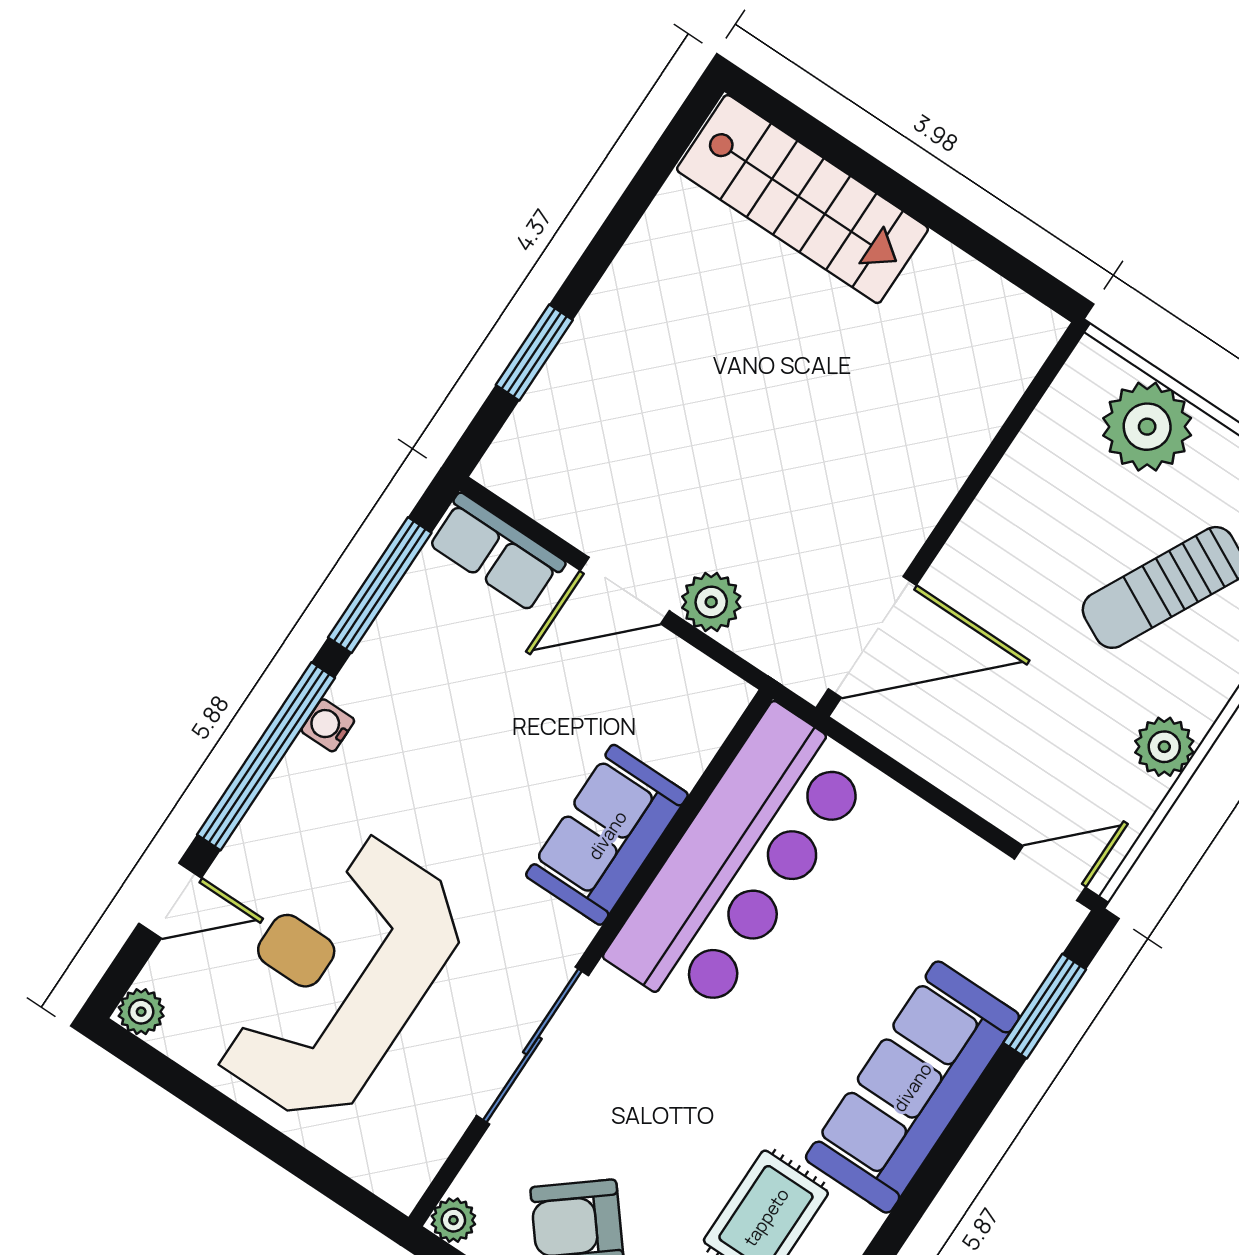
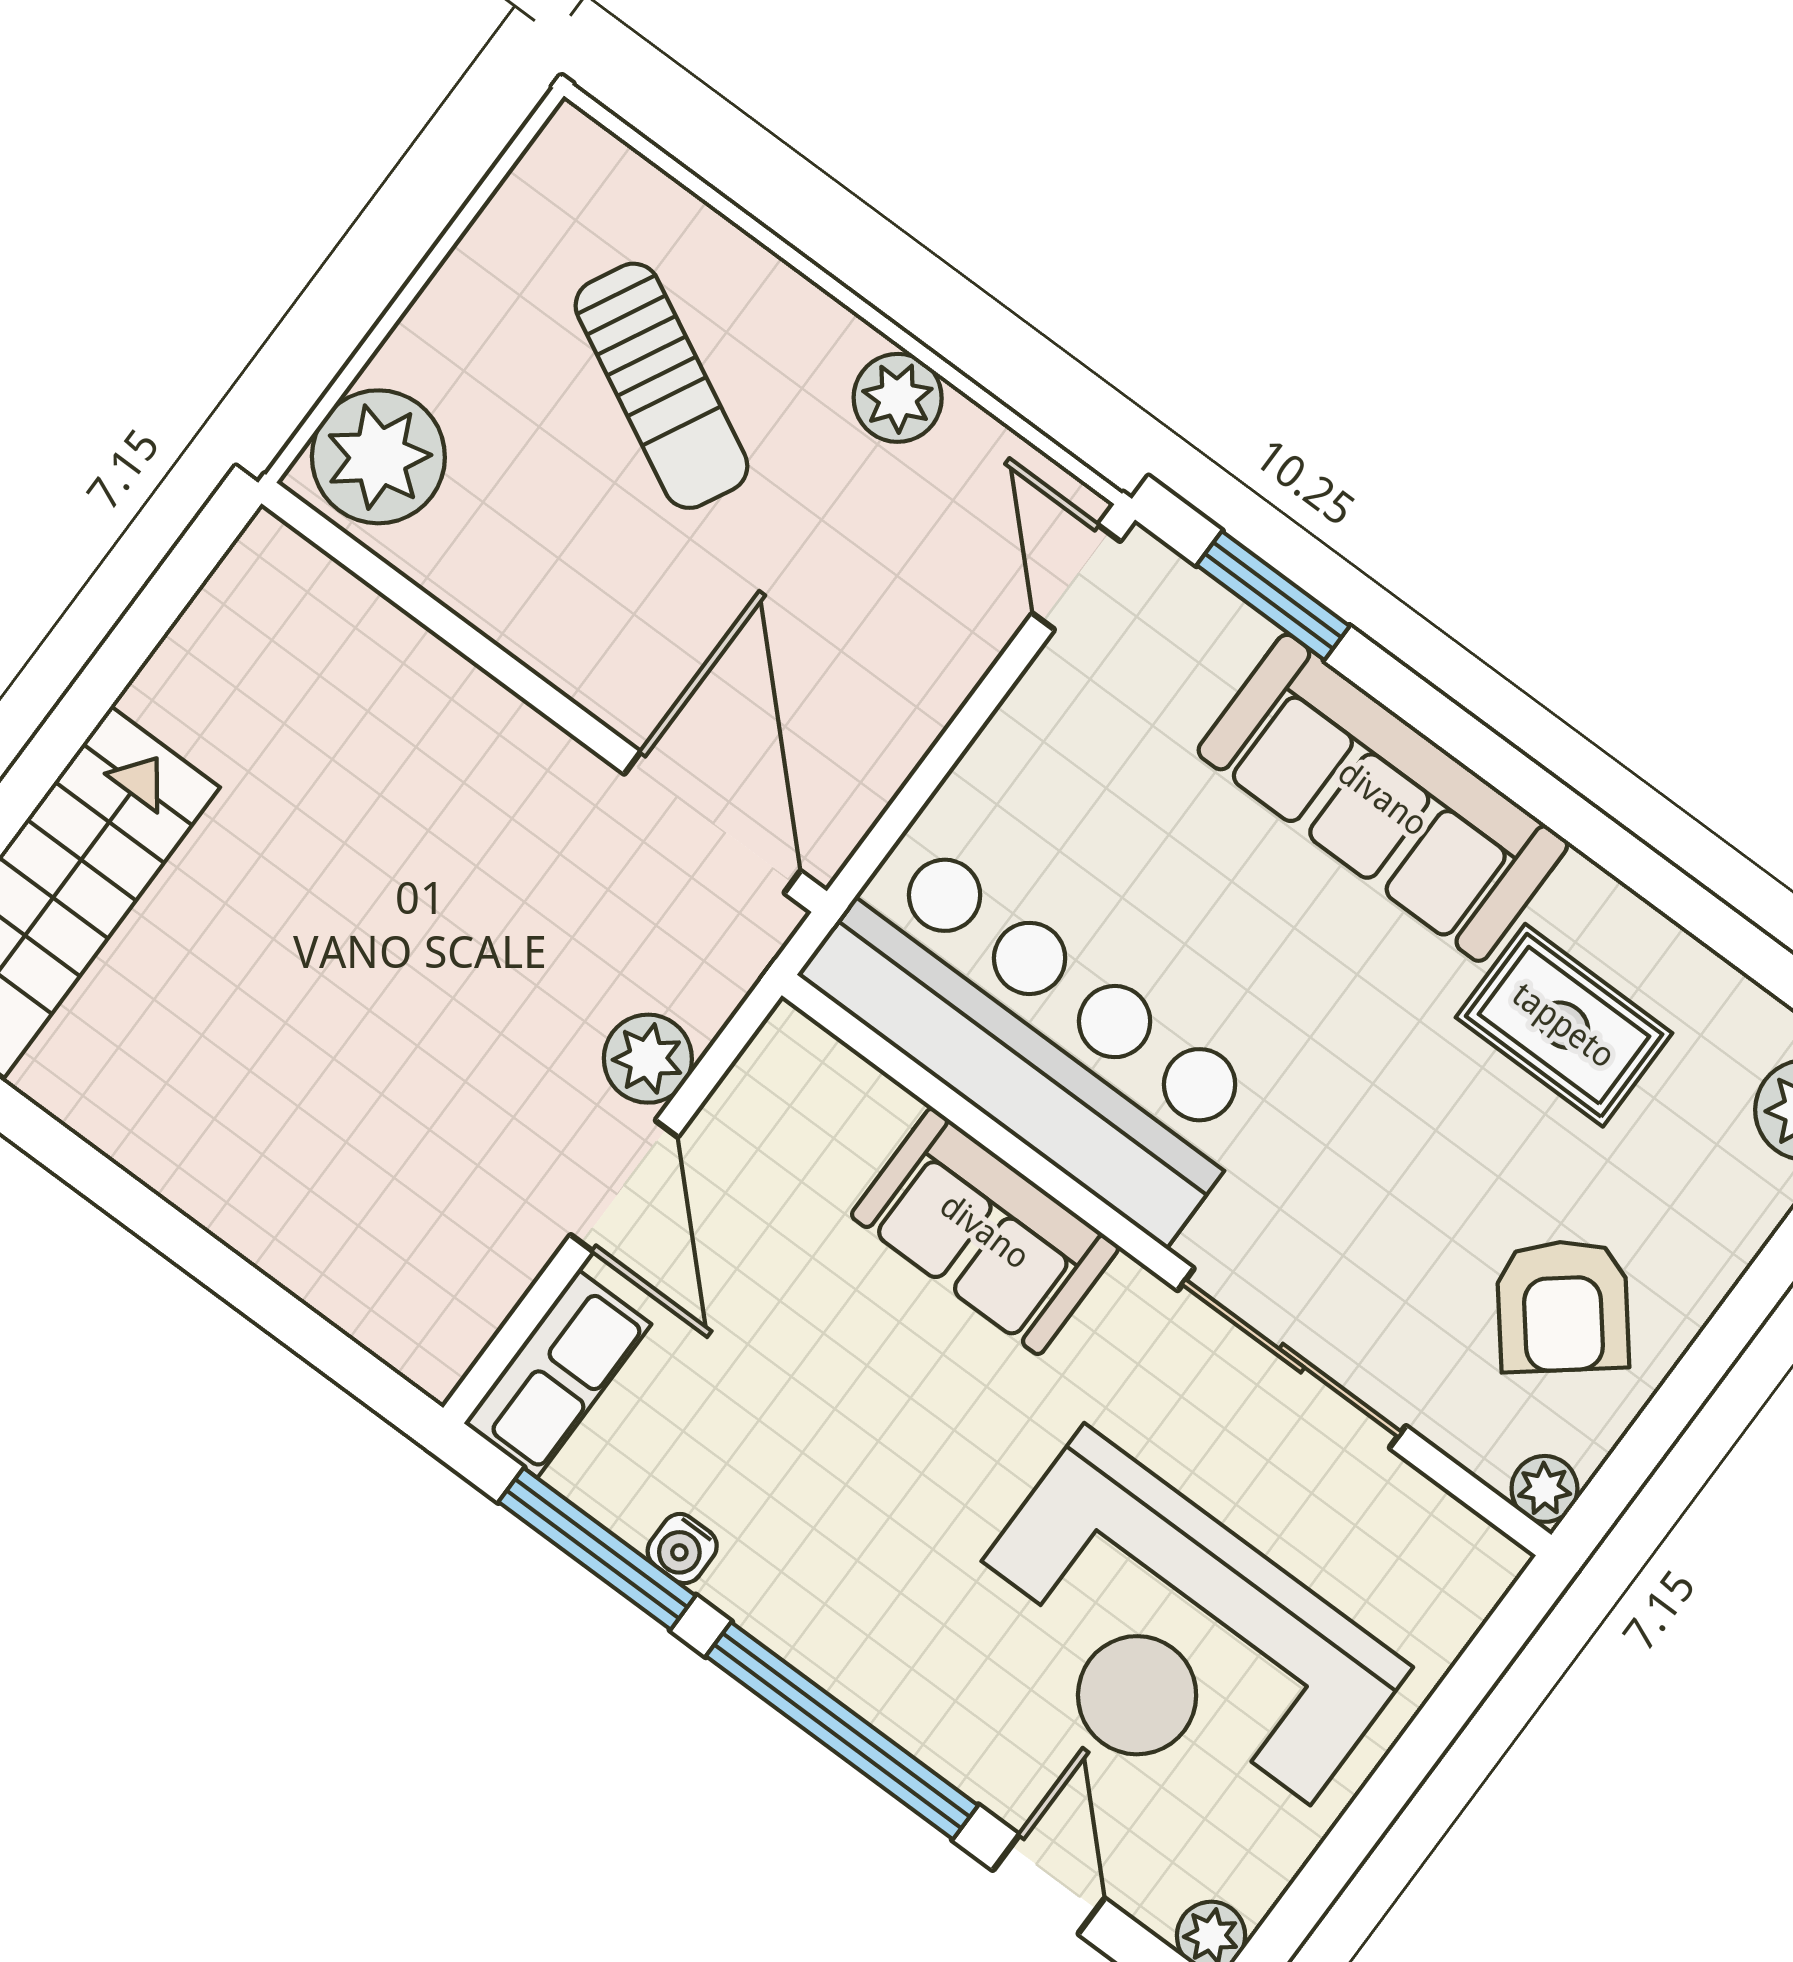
window: (534, 353) -> (264, 1301), removed
plant: (1147, 427) -> (378, 457), moved
water cooler: (328, 725) -> (682, 1549), moved

